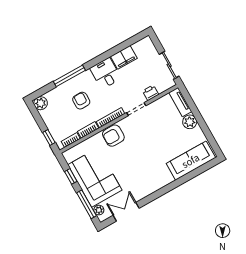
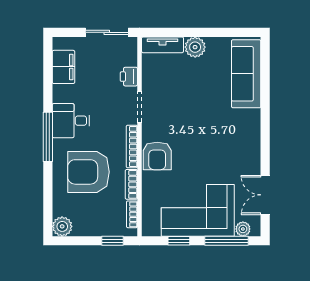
filing cabinet: (124, 57) -> (63, 67), moved
window: (69, 76) -> (48, 137), moved
armchair: (81, 101) -> (88, 172), width x1.88, depth x1.88

